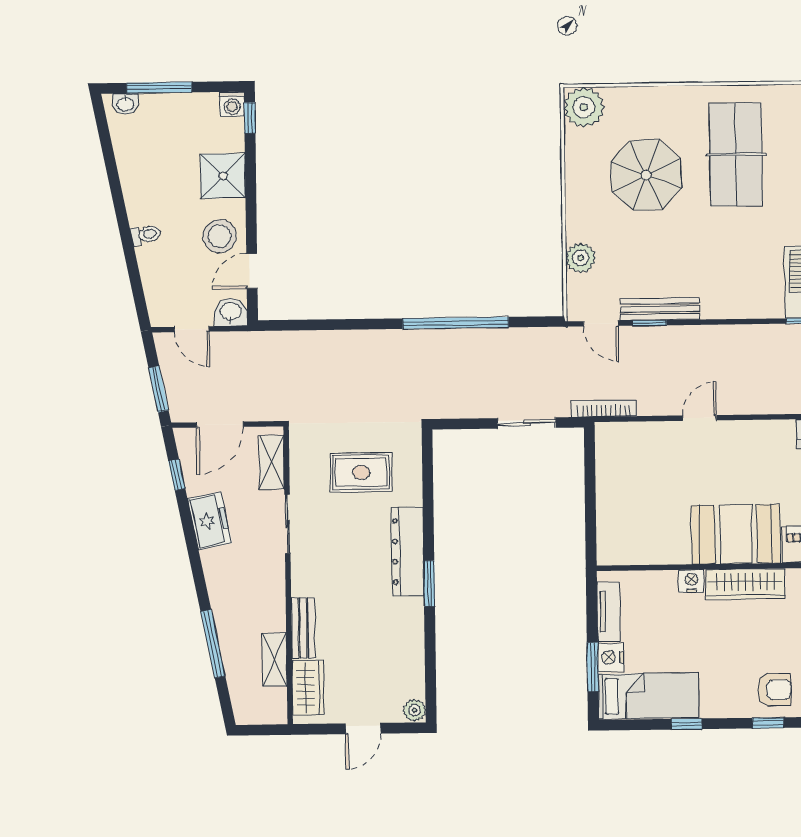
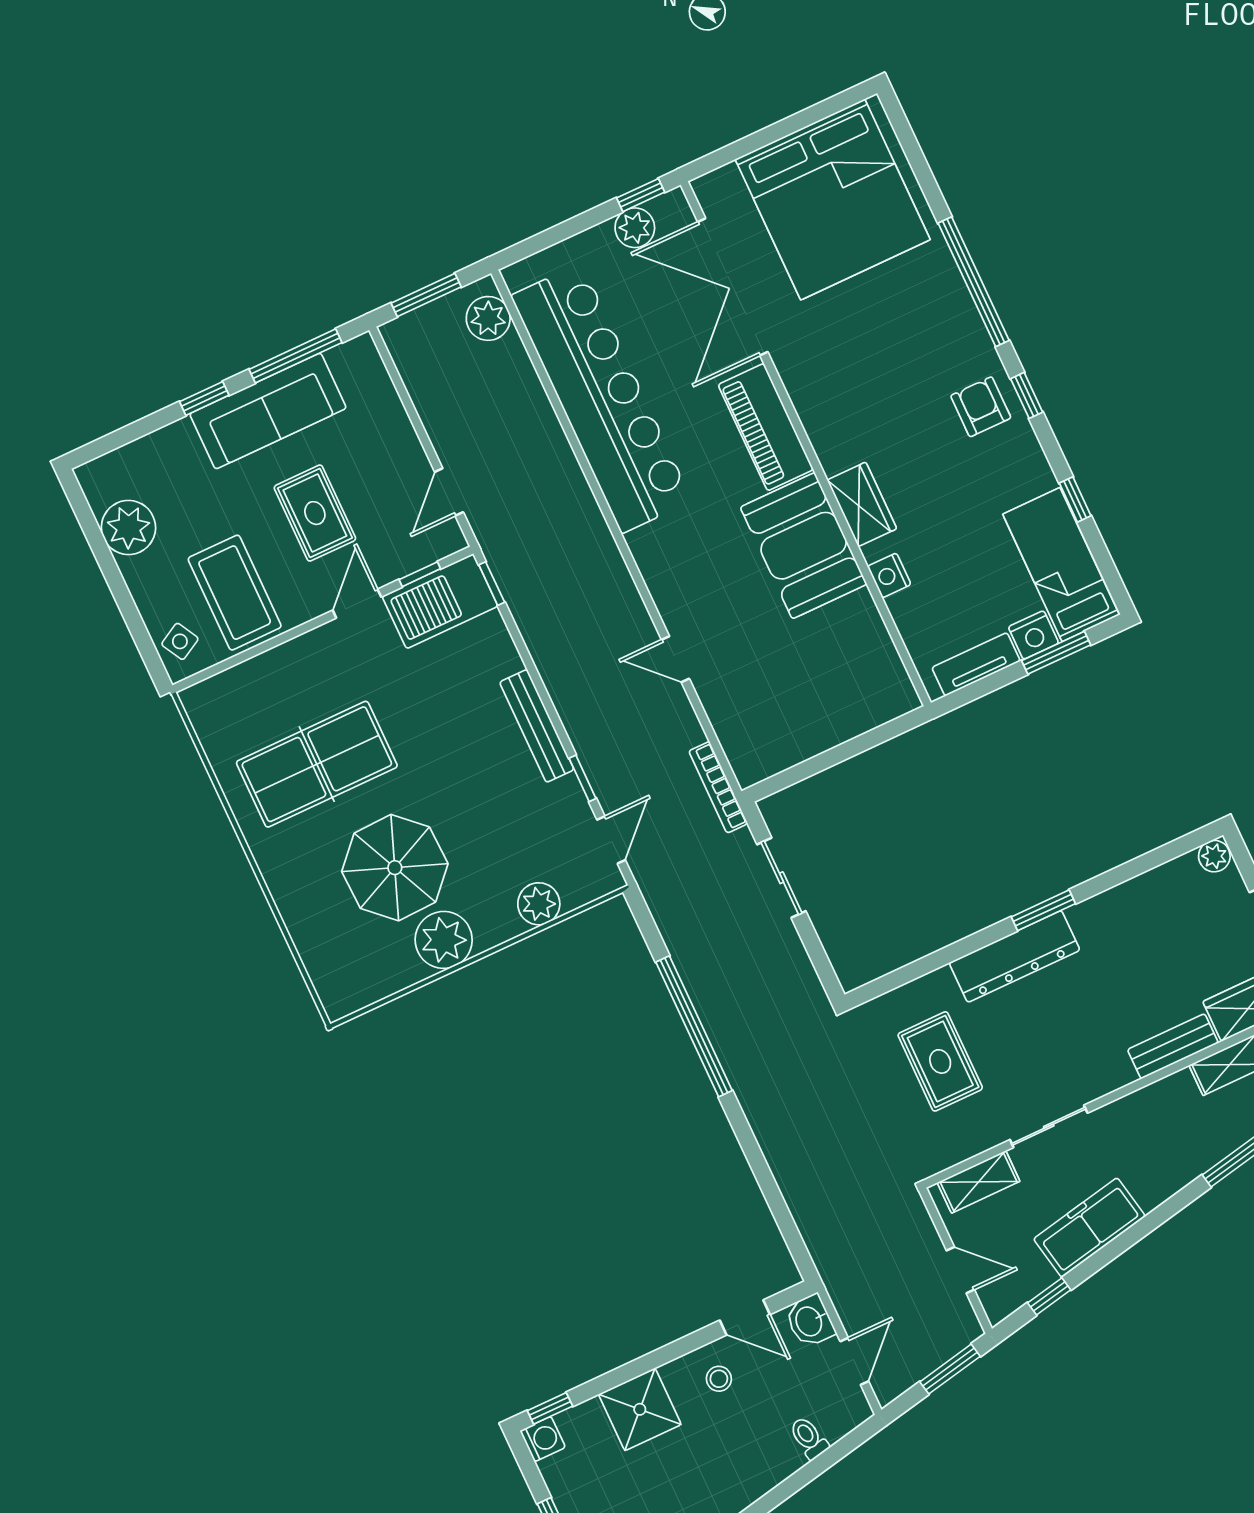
plant: (584, 107) -> (444, 940), moved
toilet: (146, 235) -> (809, 1438), moved
stool: (220, 236) -> (719, 1379), width x0.53, depth x0.53
bench: (660, 309) -> (537, 726), moved
door: (220, 425) -> (960, 1270), width x0.73
freezer: (210, 521) -> (1089, 1228), width x1.40
wardrobe: (746, 584) -> (862, 504), width x0.67

